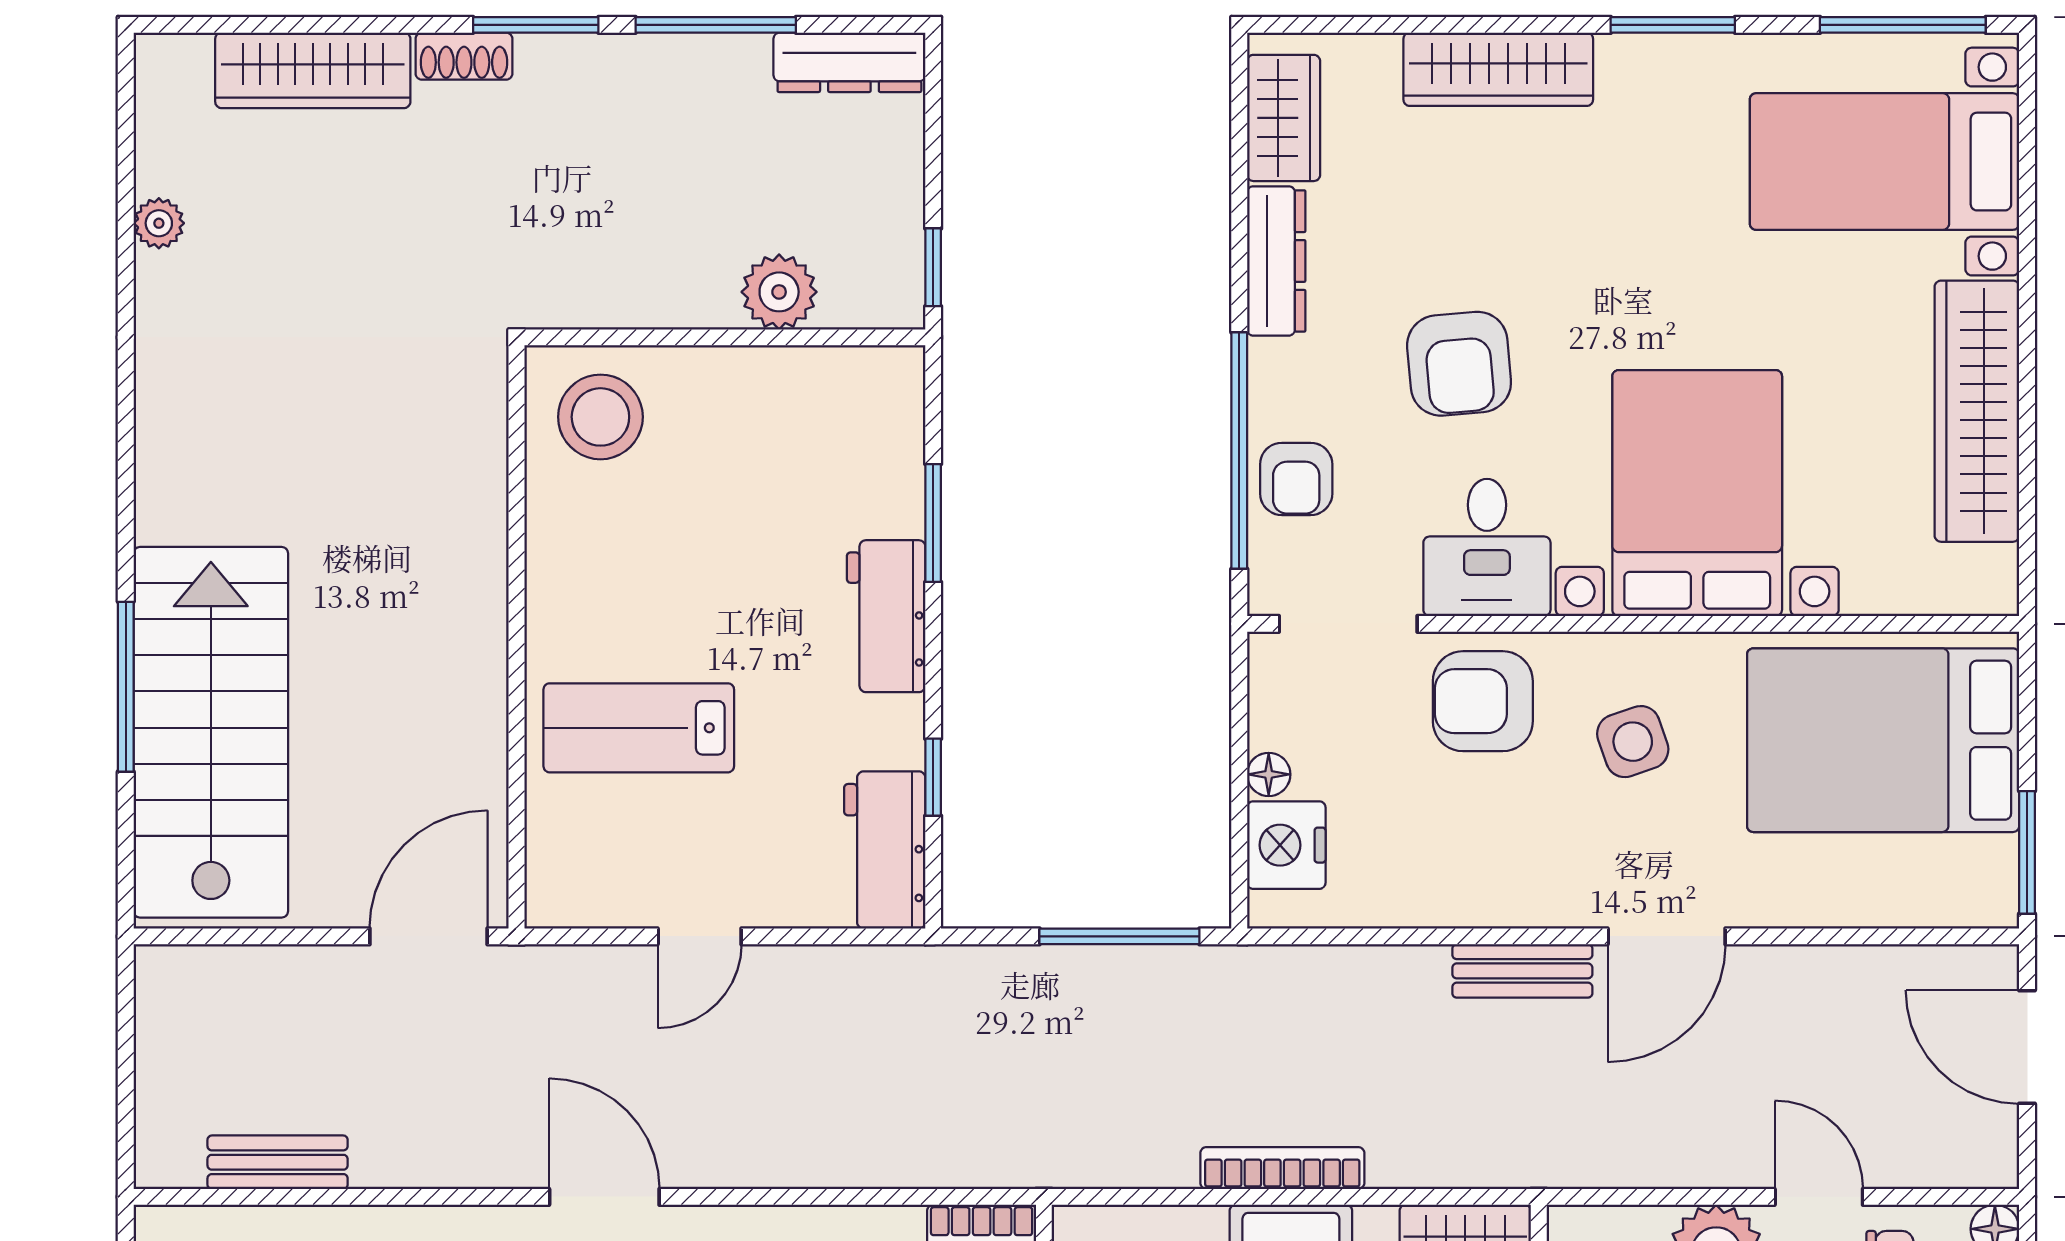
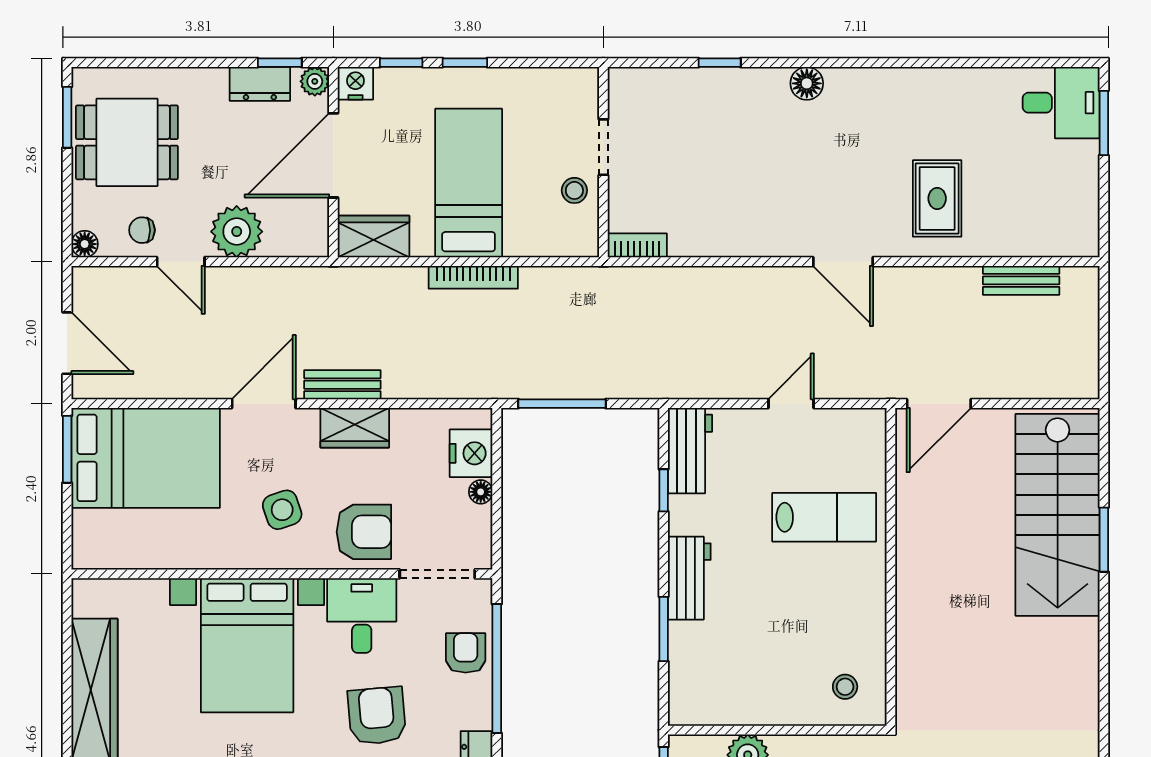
stool: (600, 417) -> (845, 687), width x0.53, depth x0.53
window: (126, 687) -> (1104, 540), width x0.69
bed: (1883, 740) -> (146, 458), moved
wardrobe: (1500, 892) -> (355, 428), added

